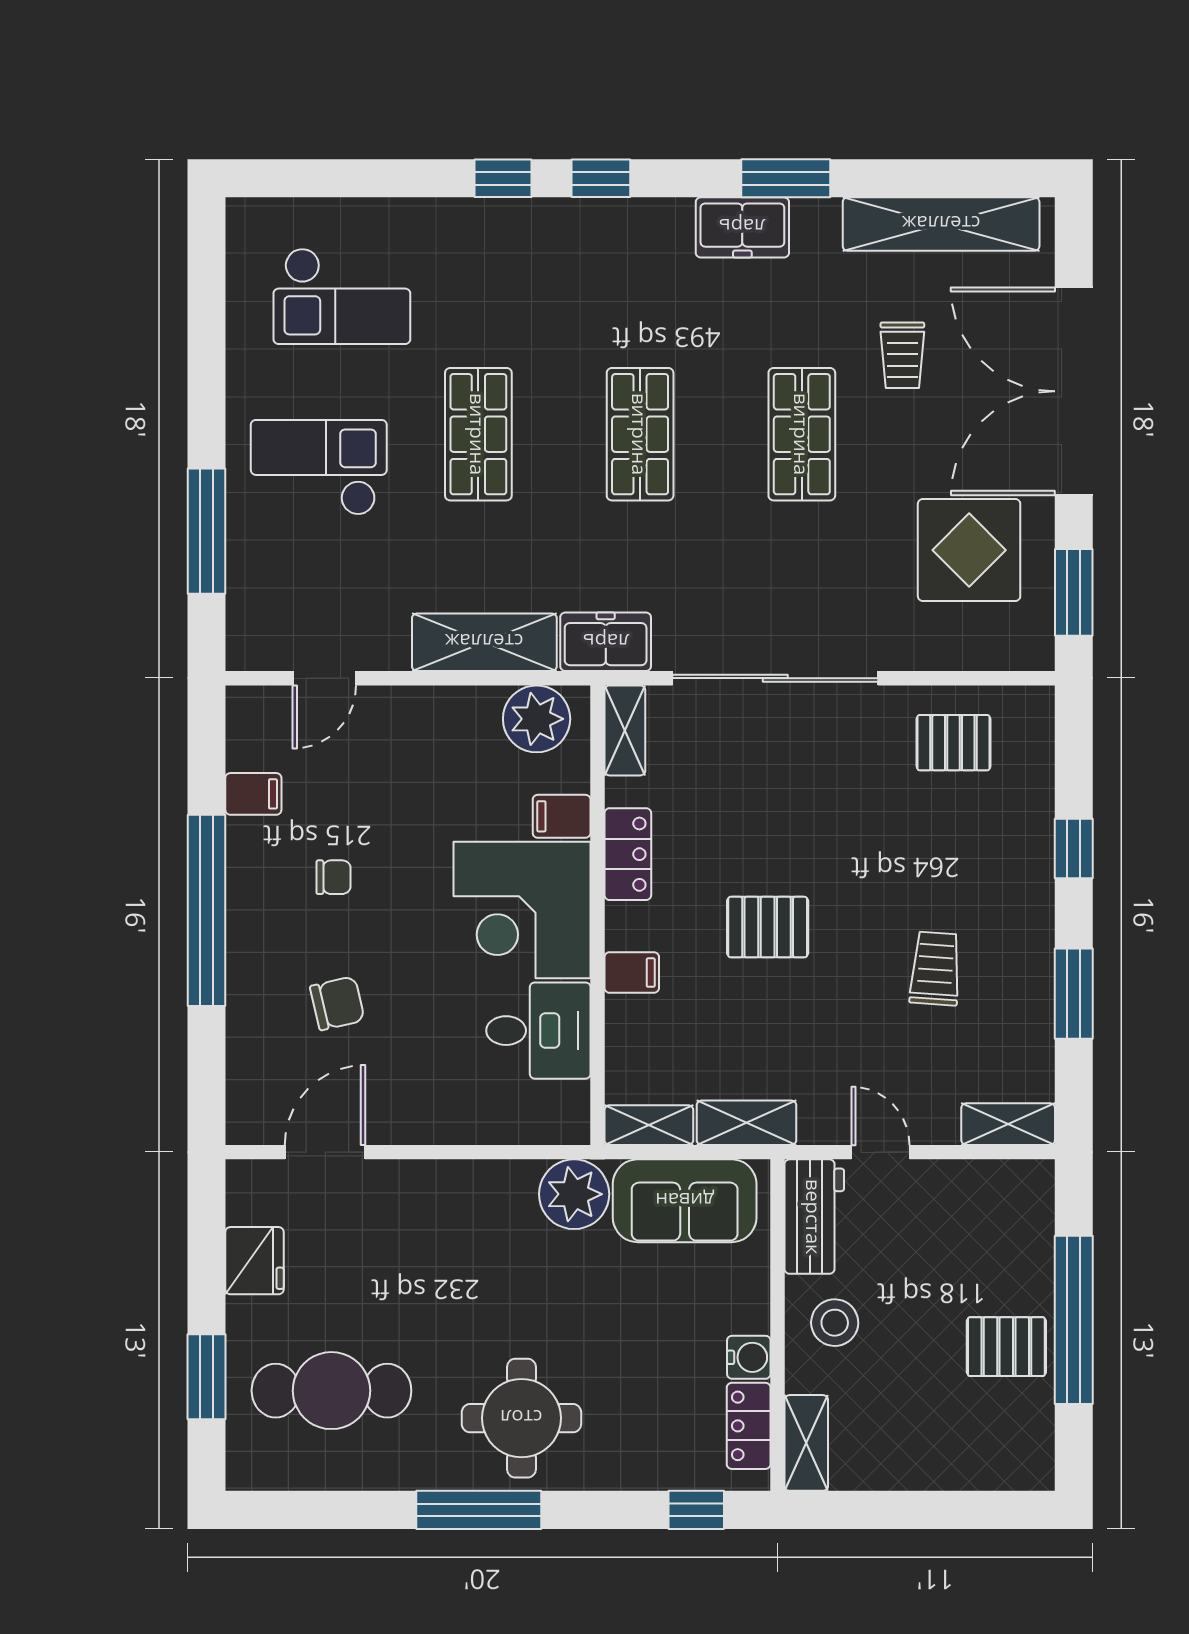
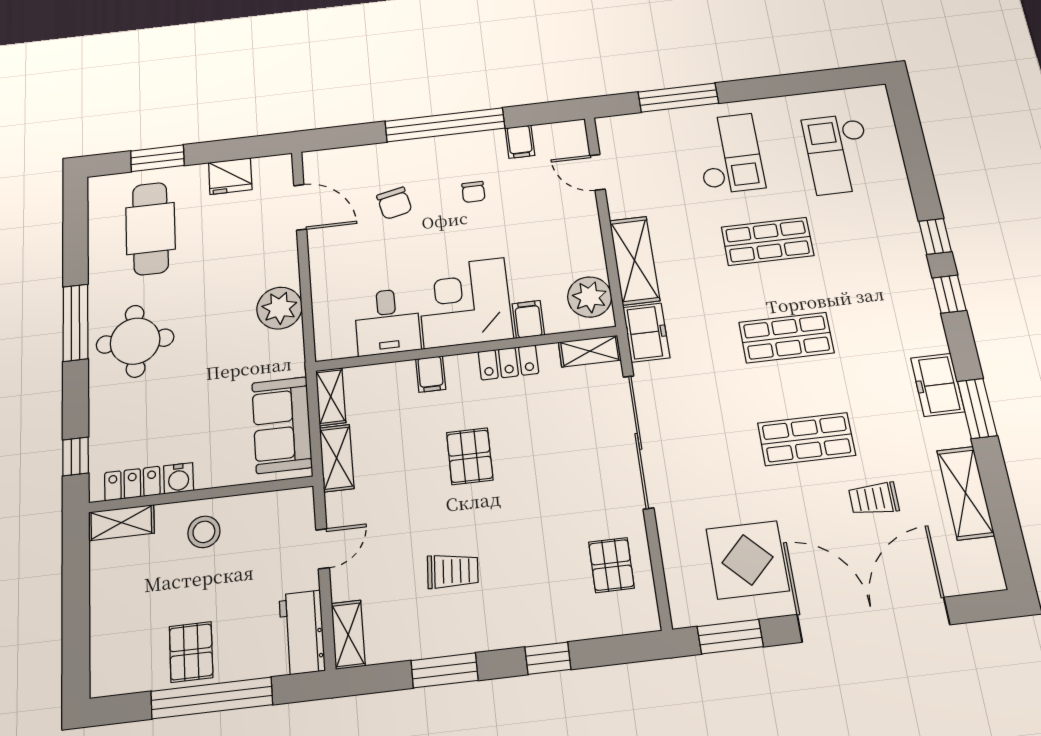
shelving: (941, 224) -> (965, 493), width x0.68
plant: (574, 1194) -> (279, 308), moved
workbench: (814, 1217) -> (302, 632), moved, turned 90

